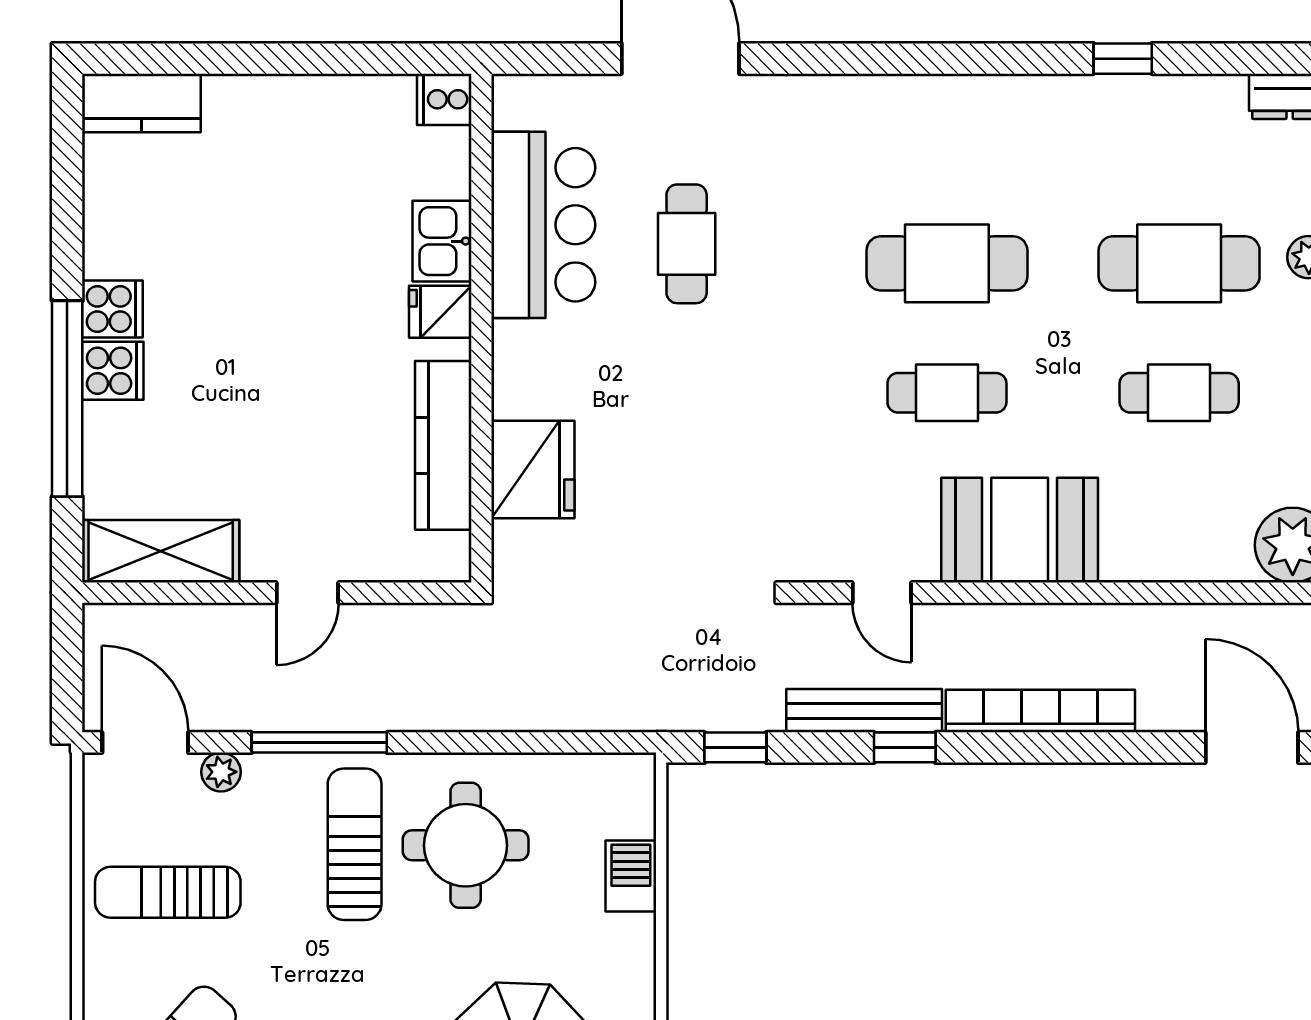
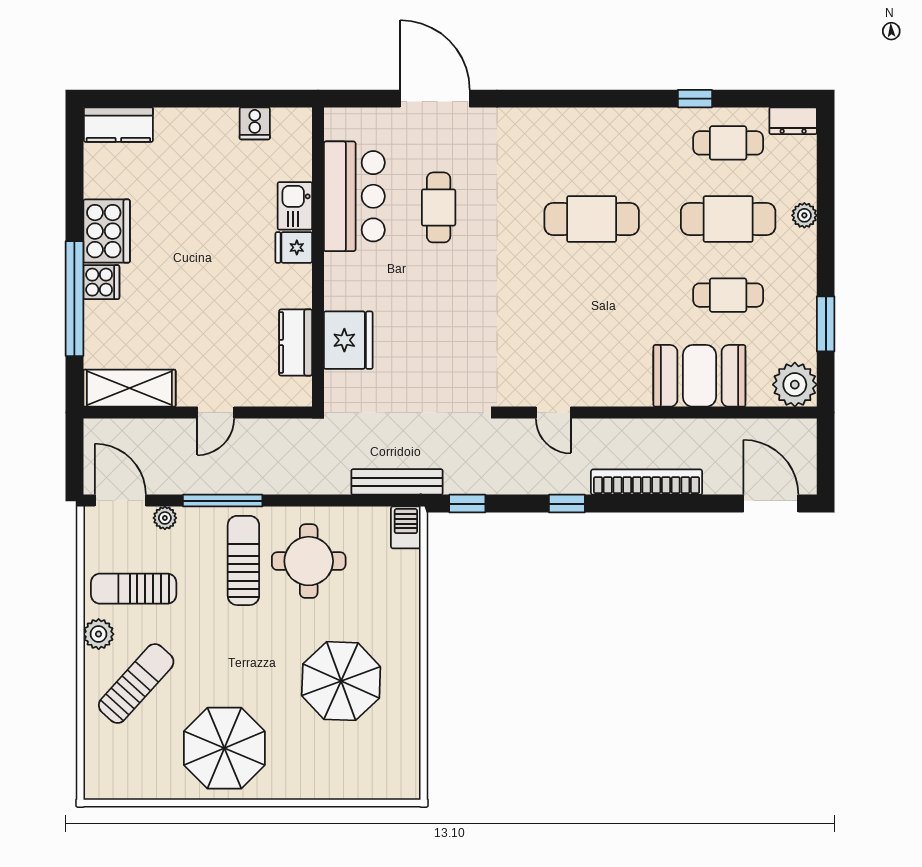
cooker: (444, 99) -> (255, 123), moved, turned -90
cooker: (112, 309) -> (107, 231), width x1.87, depth x1.31
cafe table: (947, 393) -> (728, 143), moved
kitchen counter: (443, 445) -> (296, 342), width x0.67
booth: (1020, 530) -> (699, 376), moved
bench: (864, 711) -> (397, 482), moved
barbecue: (631, 876) -> (406, 527), moved
plant: (108, 969) -> (99, 634), added

